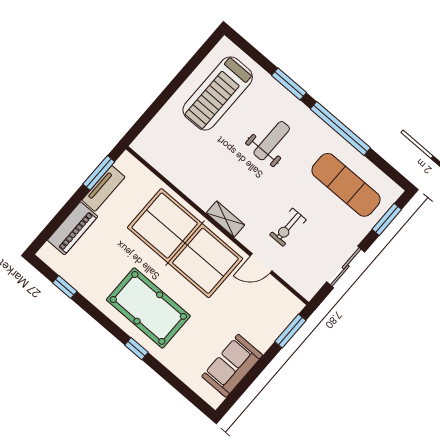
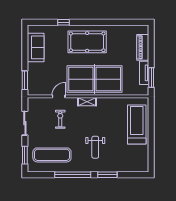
treadmill: (218, 93) -> (137, 124), moved
window: (65, 287) -> (126, 22), removed
window: (136, 349) -> (63, 22), moved

